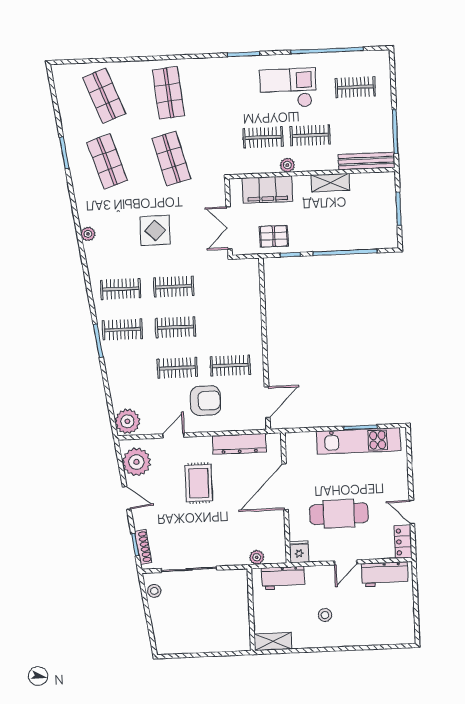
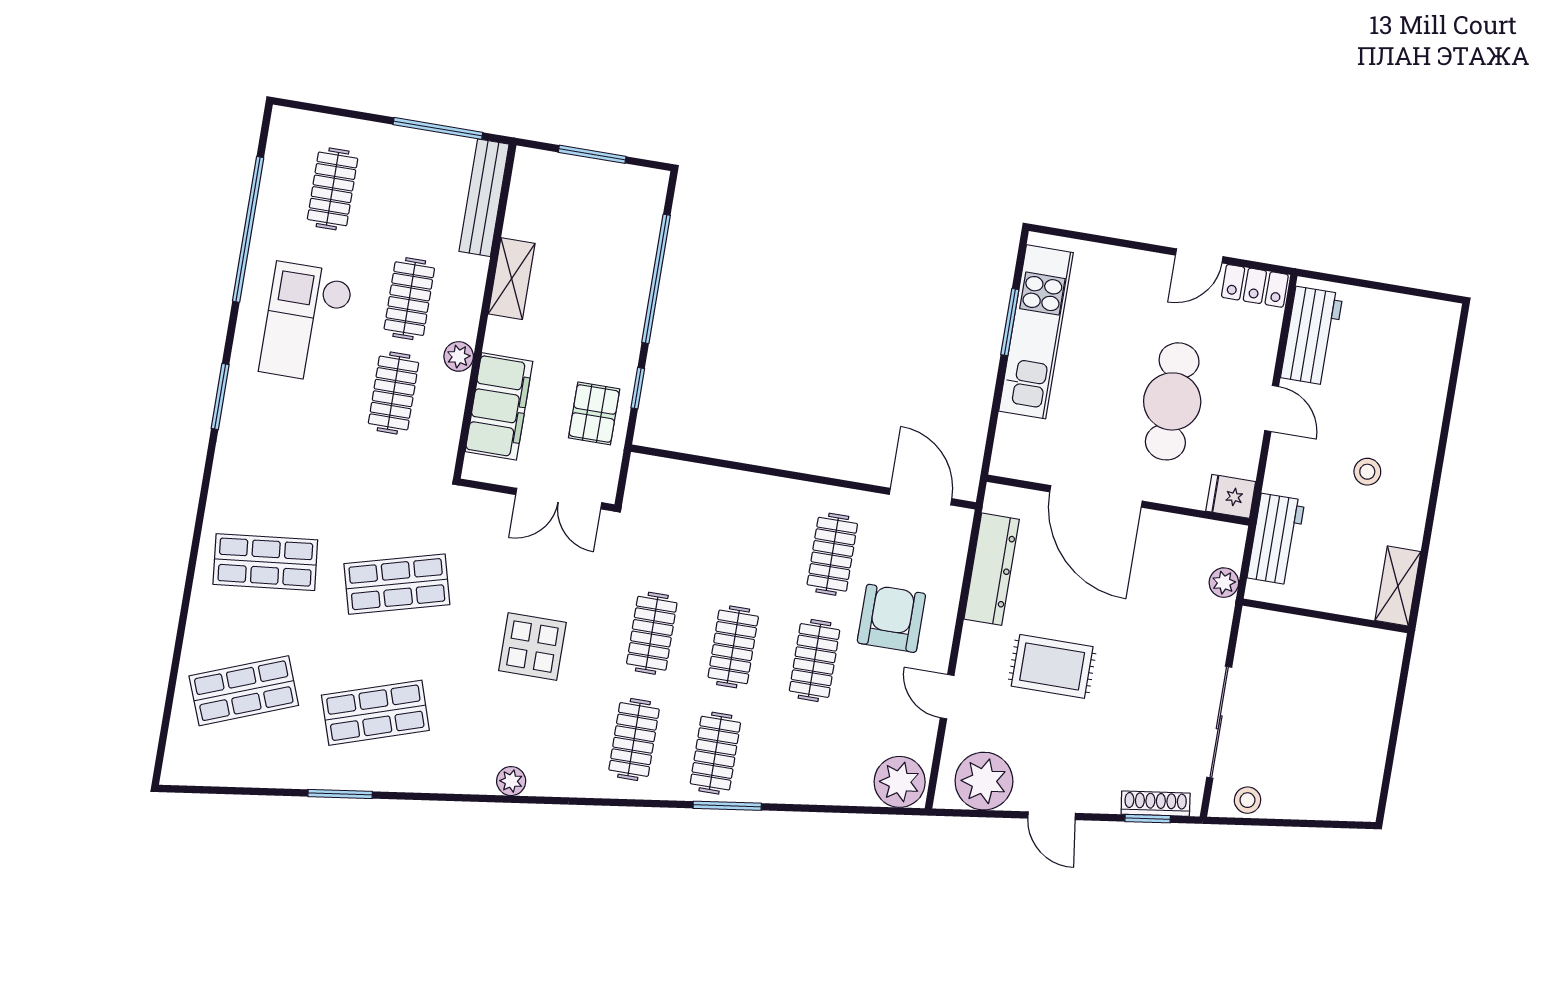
door: (127, 498) -> (1052, 816), swing flipped

